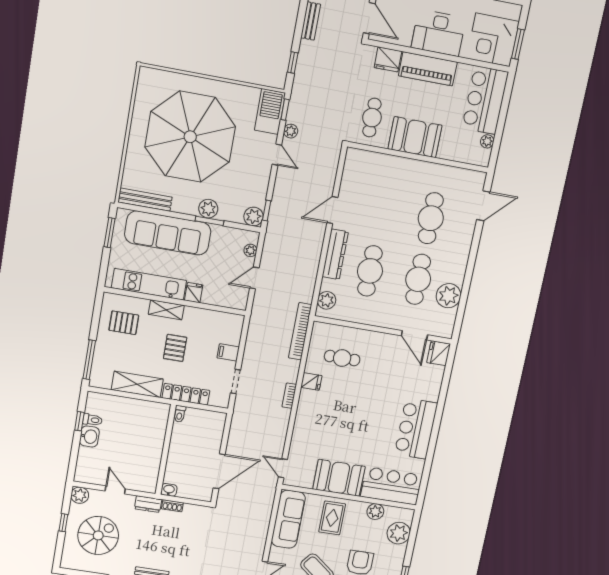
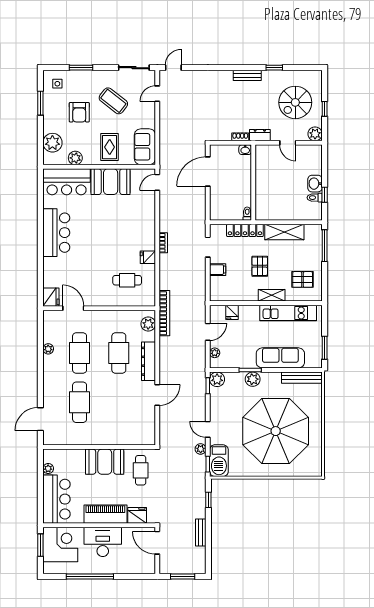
sofa: (168, 233) -> (280, 358), width x0.74, depth x0.79
fridge: (194, 293) -> (232, 312), moved
plant: (448, 296) -> (48, 349), width x0.53, depth x0.53
bookcase: (300, 331) -> (164, 313), moved
door: (283, 468) -> (157, 182), swing flipped
sofa: (288, 519) -> (145, 147), width x0.73

